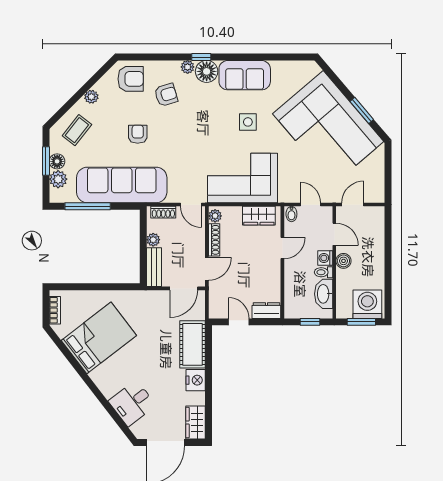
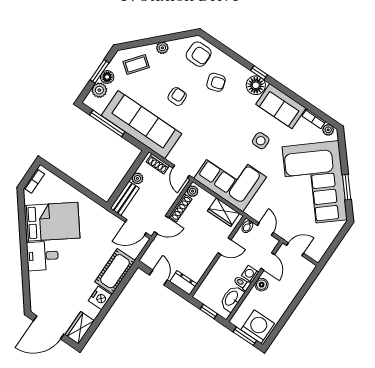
bookcase: (285, 66) -> (314, 119), added
plant: (188, 67) -> (328, 130), moved
desk: (132, 403) -> (43, 256), moved

